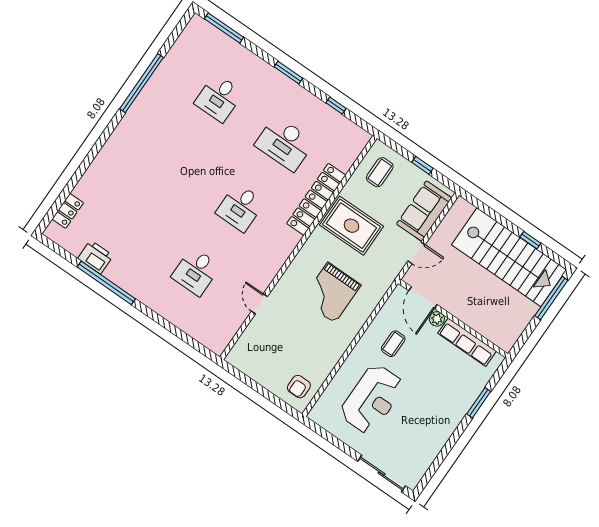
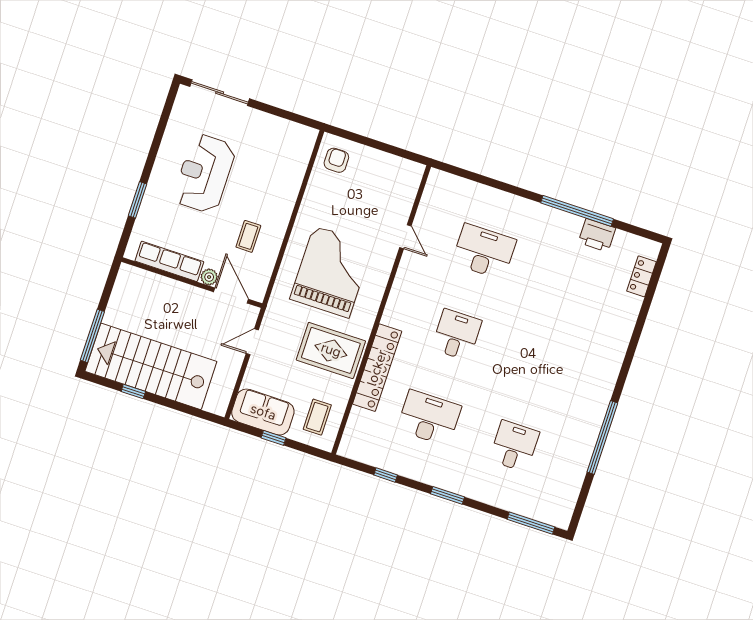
sofa: (424, 211) -> (263, 412), moved, turned -90
desk: (196, 272) -> (484, 252), width x1.37
grand piano: (331, 293) -> (331, 272), width x1.37, depth x1.48
reception desk: (372, 399) -> (204, 174), moved

